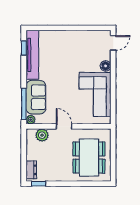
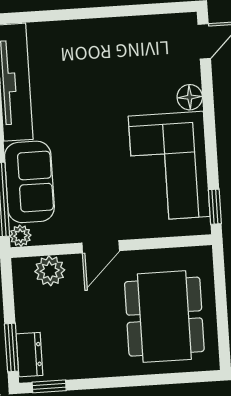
window: (113, 113) -> (215, 207), added
door: (64, 126) -> (101, 247), swing flipped
window: (24, 166) -> (11, 348), added

